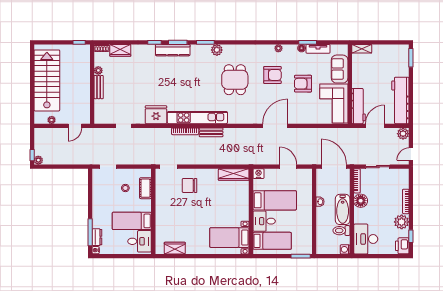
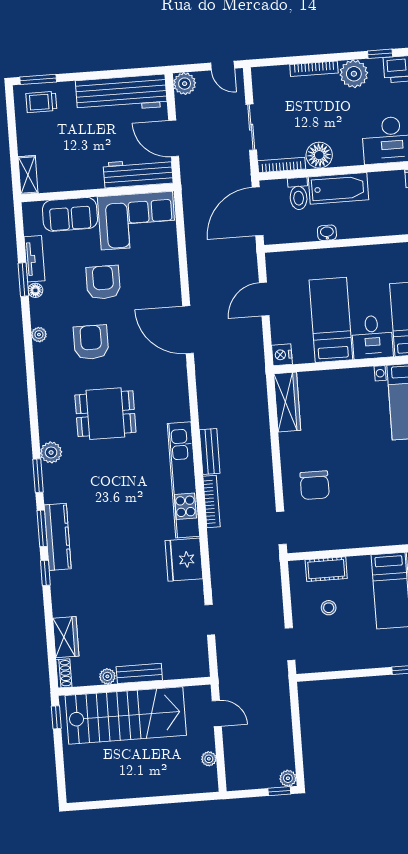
trolley: (399, 59) -> (41, 102), added
stairs: (47, 80) -> (126, 715), moved, turned 180
armchair: (303, 84) -> (103, 282), turned 180
toilet: (341, 231) -> (298, 194), moved

